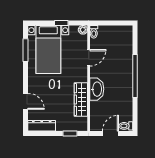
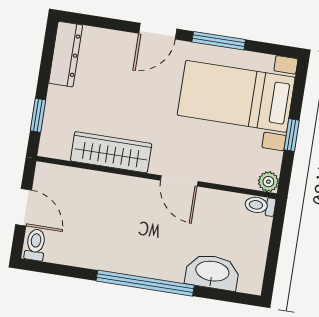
window: (26, 50) -> (219, 41), moved
door: (89, 58) -> (179, 181), moved
washbasin: (97, 89) -> (212, 272), moved, turned 180
door: (26, 101) -> (158, 31), moved

